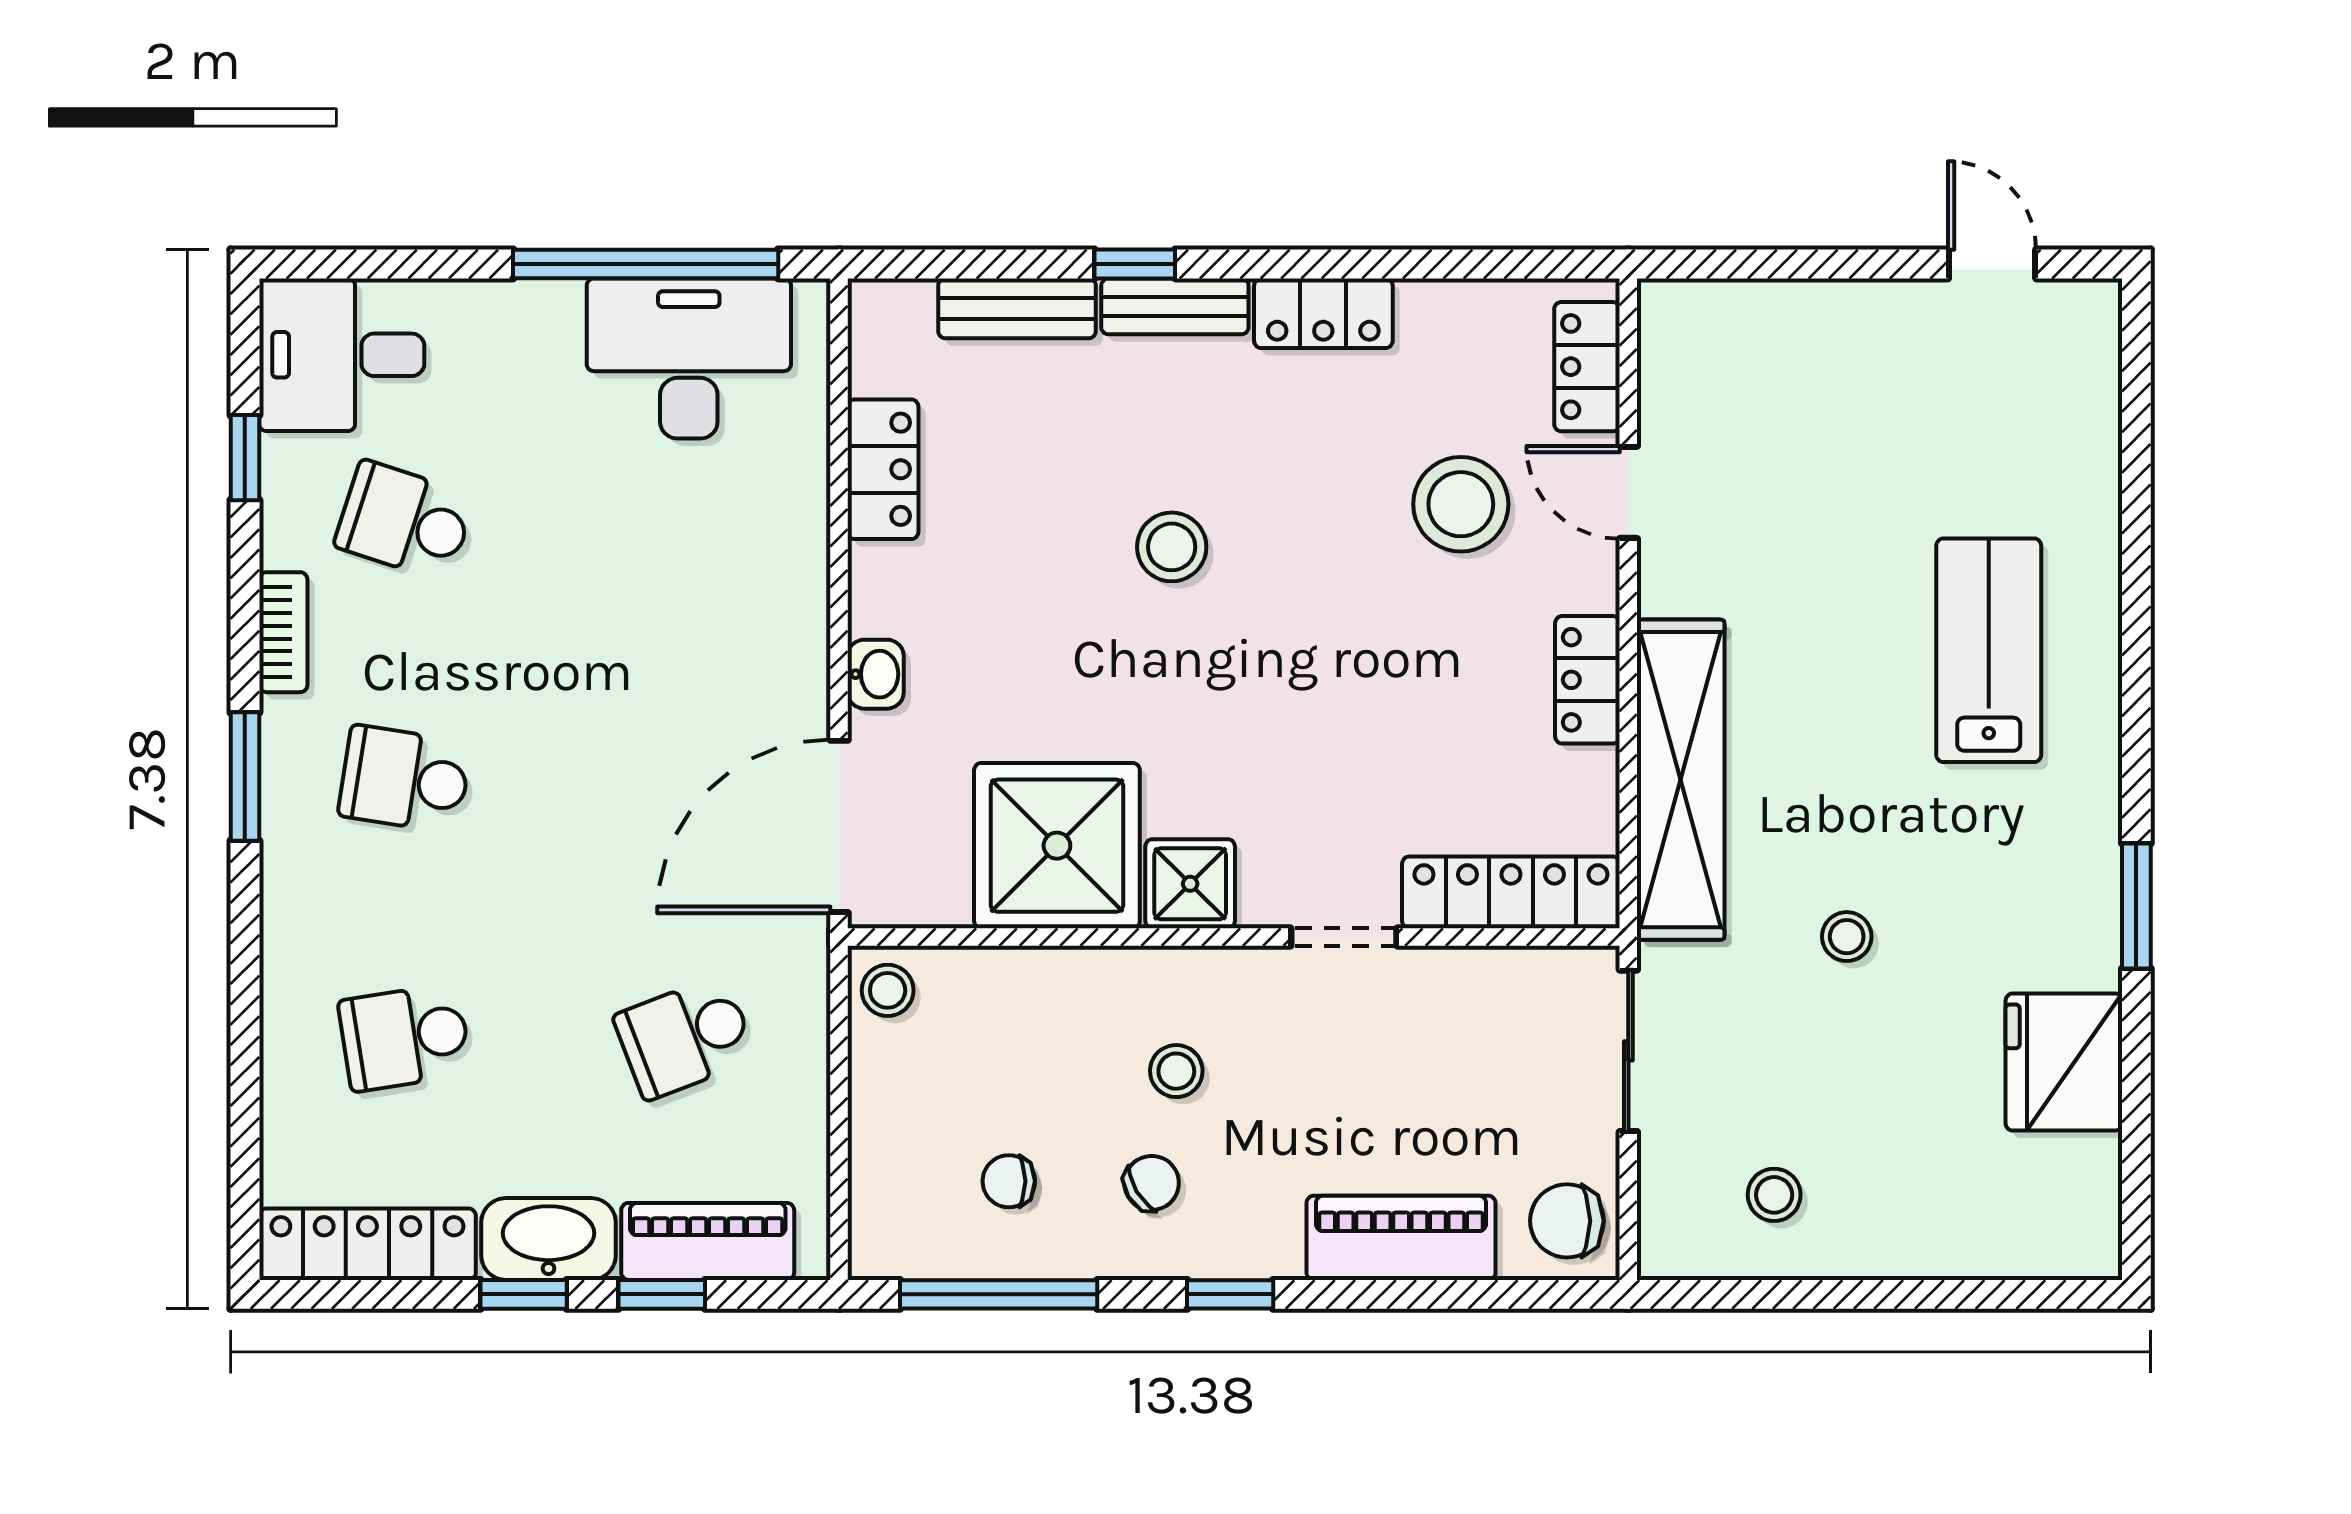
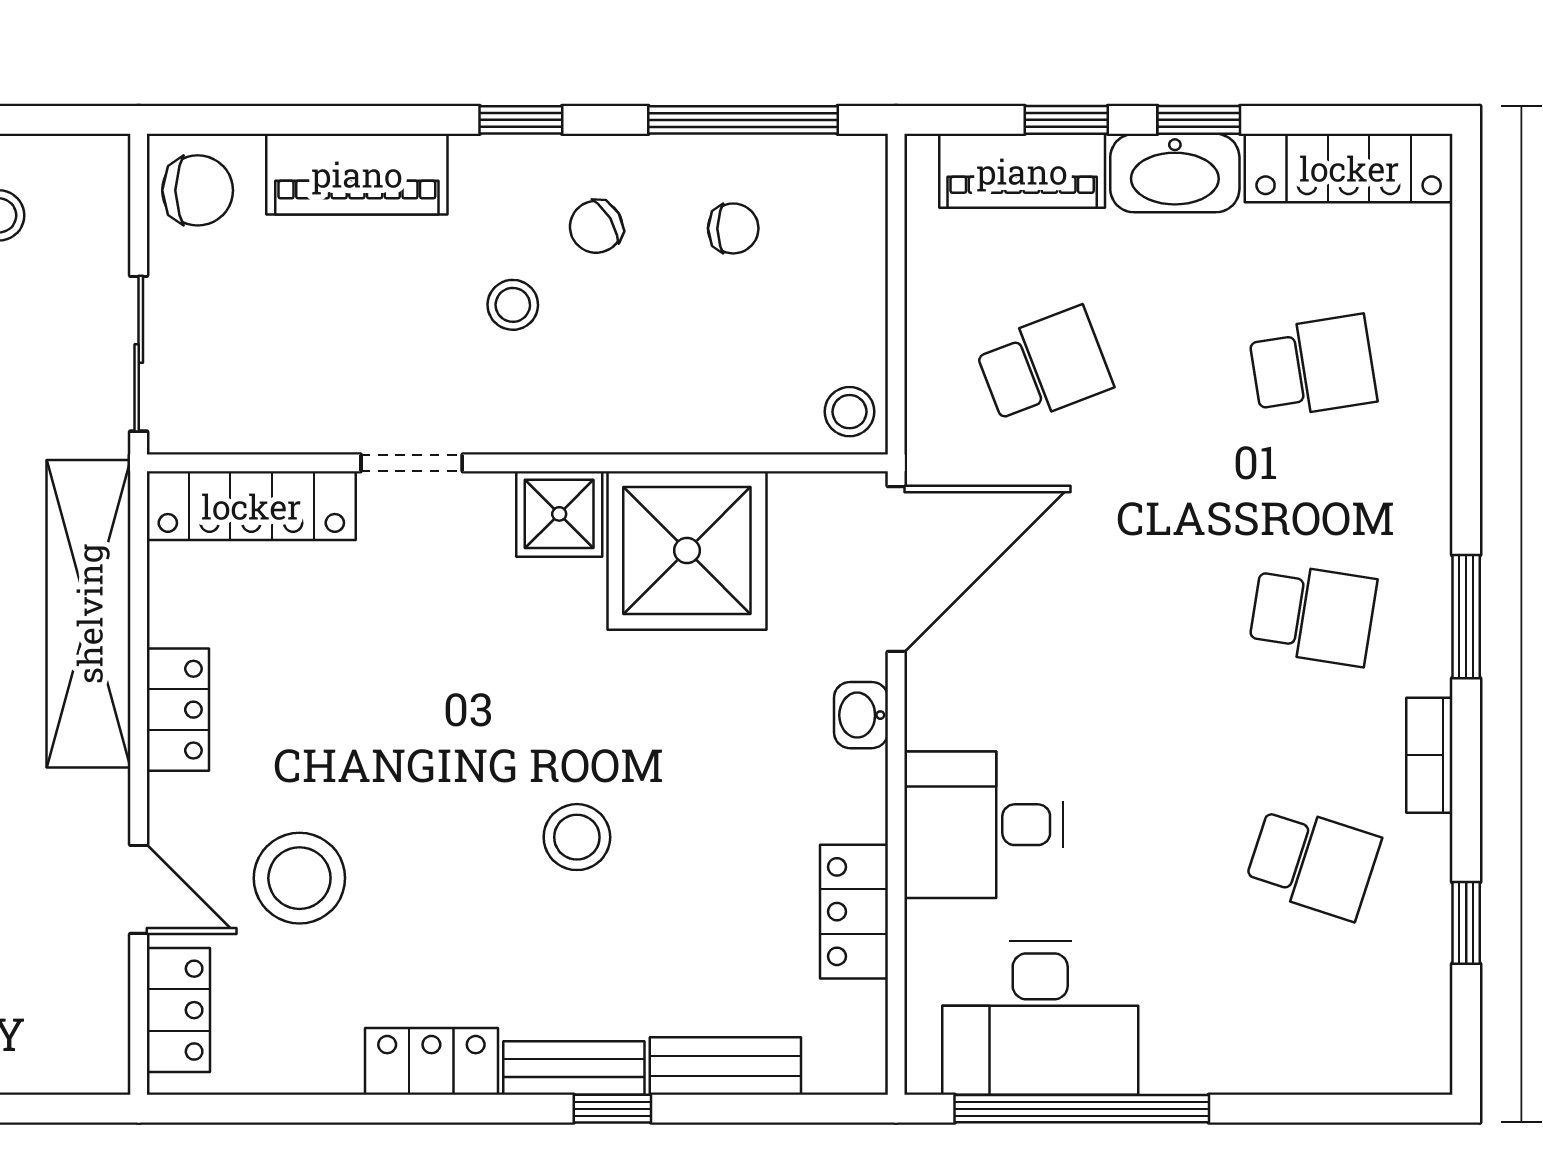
desk: (342, 355) -> (983, 825), moved, turned 180
stool: (1176, 1071) -> (513, 305), moved

